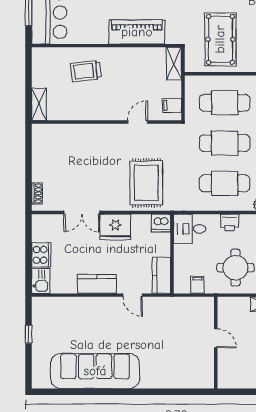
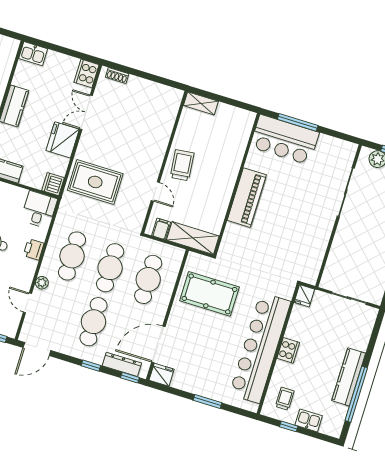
piano: (137, 32) -> (247, 198), moved
shelving: (174, 64) -> (193, 238), width x1.50, depth x1.33
trolley: (86, 71) -> (182, 165), moved
cooker: (41, 255) -> (87, 73), moved, turned 90

